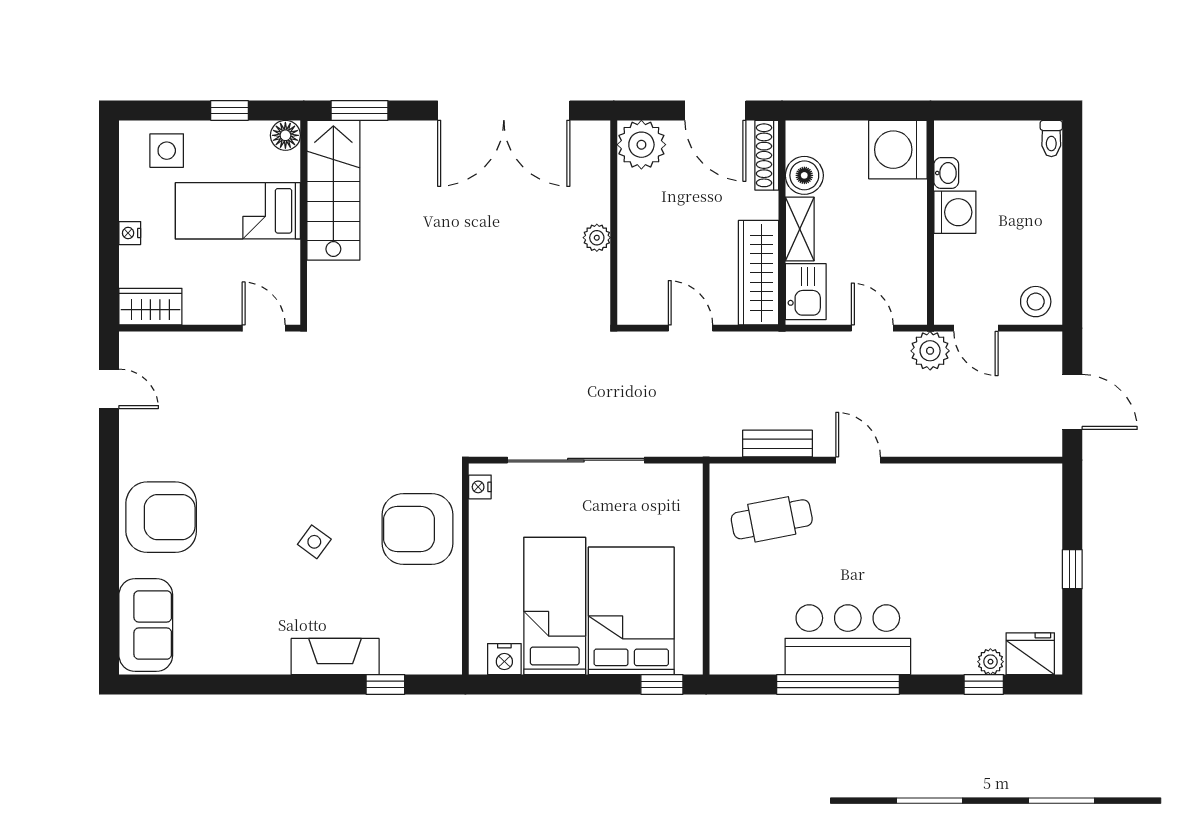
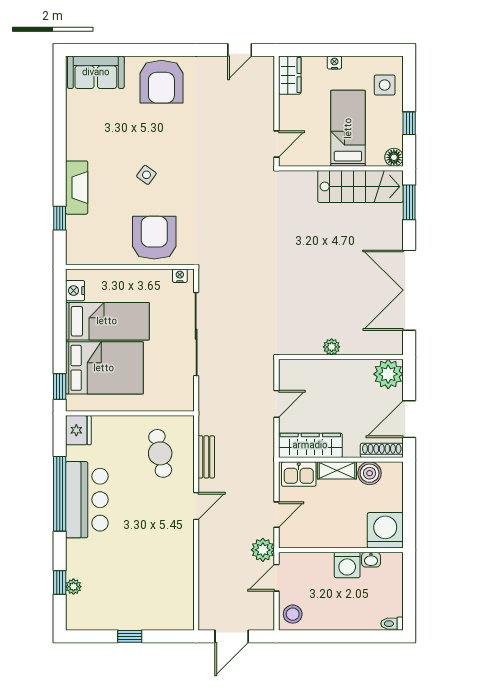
fridge: (1030, 654) -> (78, 430), moved

